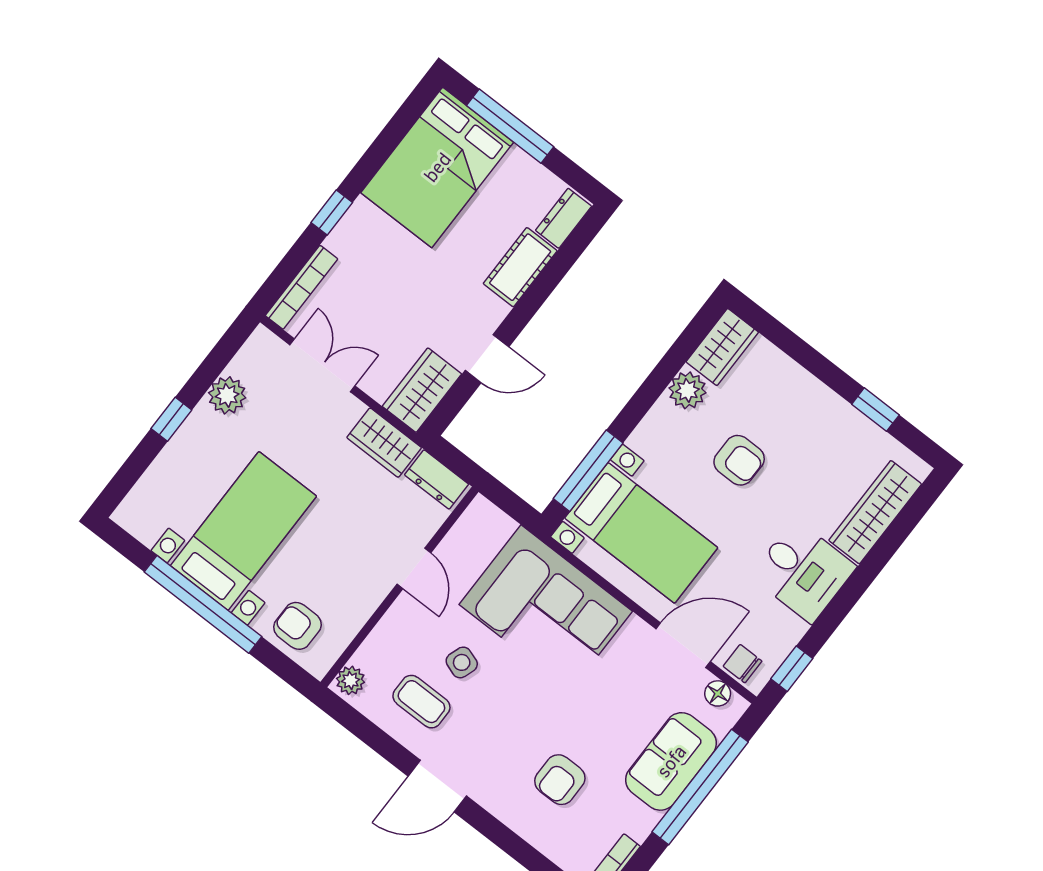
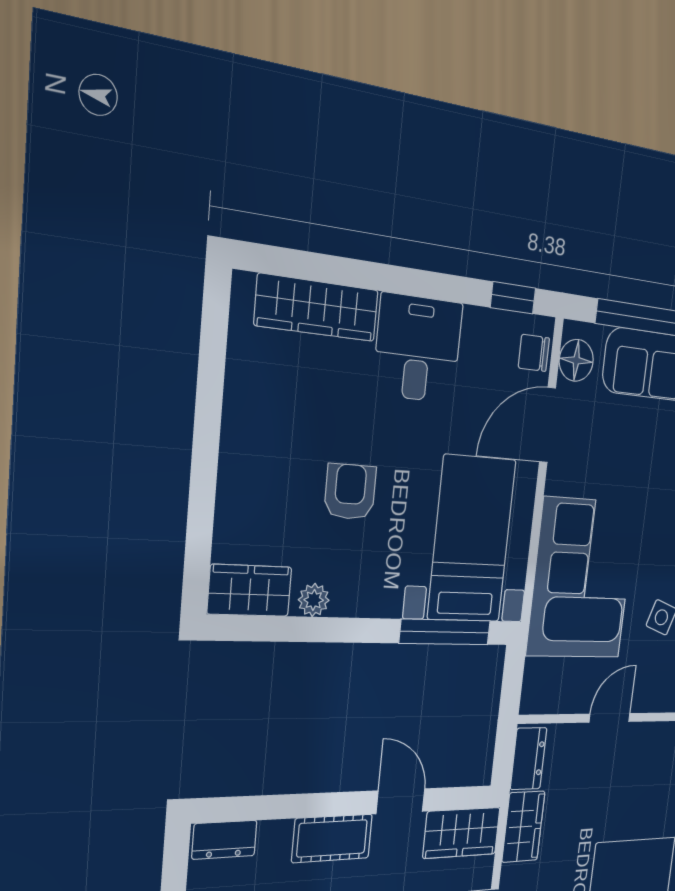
cot: (520, 267) -> (332, 838), moved
plant: (687, 390) -> (314, 600), width x0.73, depth x0.73
window: (875, 410) -> (211, 379), removed
door: (683, 645) -> (547, 425), hinge flipped
chair: (743, 664) -> (534, 353), turned 90
floor lamp: (718, 693) -> (576, 360), width x1.37, depth x1.37

